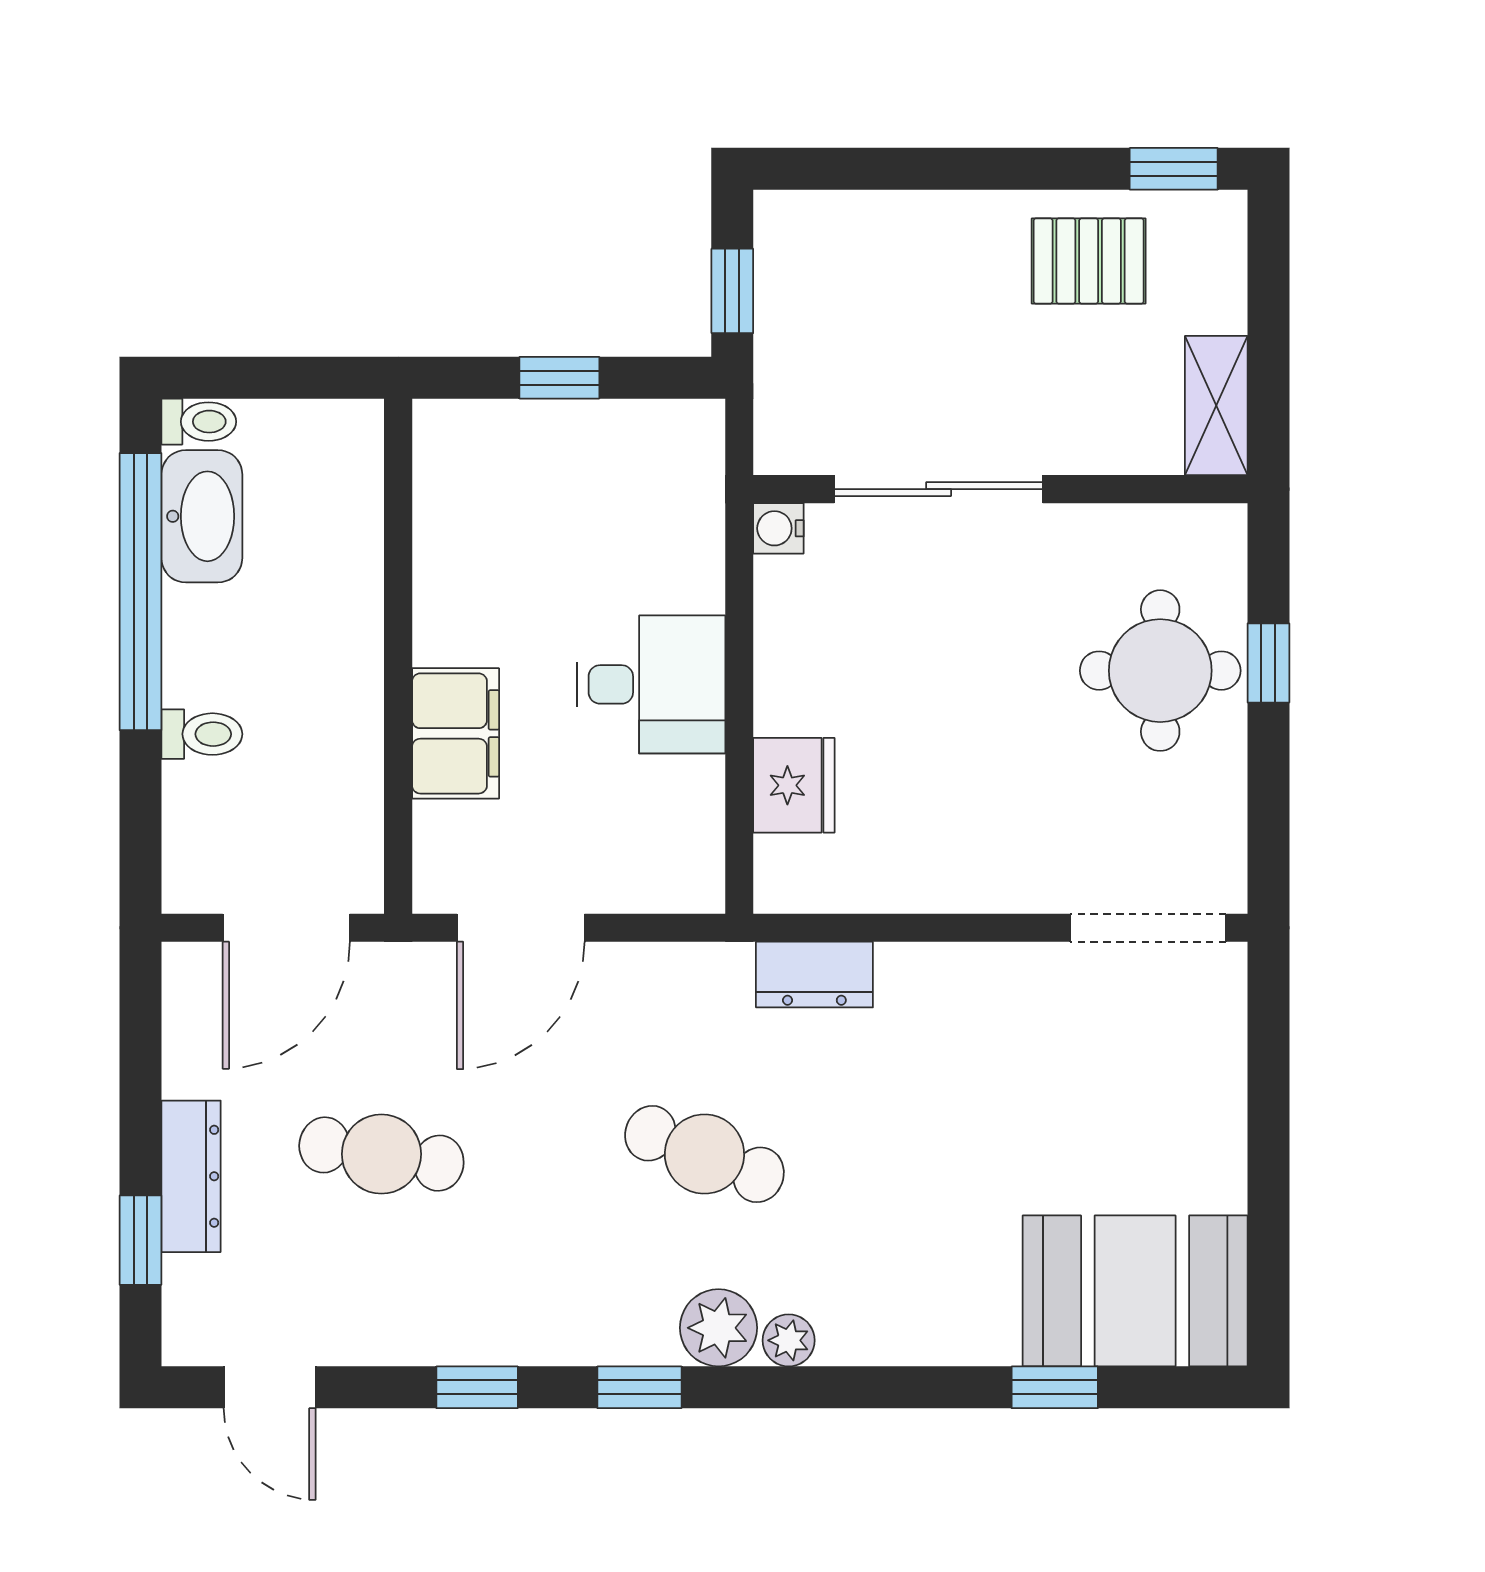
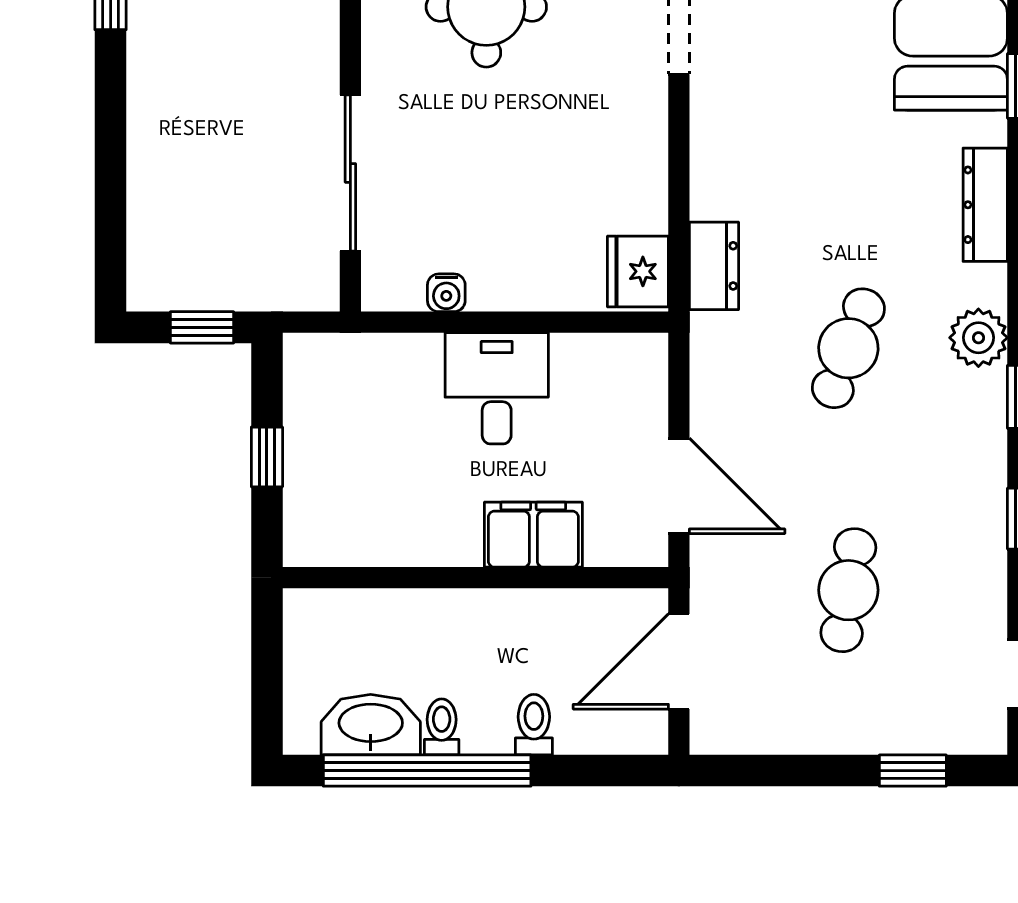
pallet: (1089, 261) -> (180, 60), removed
toilet: (199, 422) -> (442, 727), moved
water cooler: (778, 528) -> (446, 293), moved
fridge: (794, 785) -> (638, 271), moved, turned -90
door: (286, 928) -> (679, 661), swing flipped
dresser: (191, 1176) -> (985, 205), moved, turned -90
plant: (789, 1340) -> (988, 285), removed

